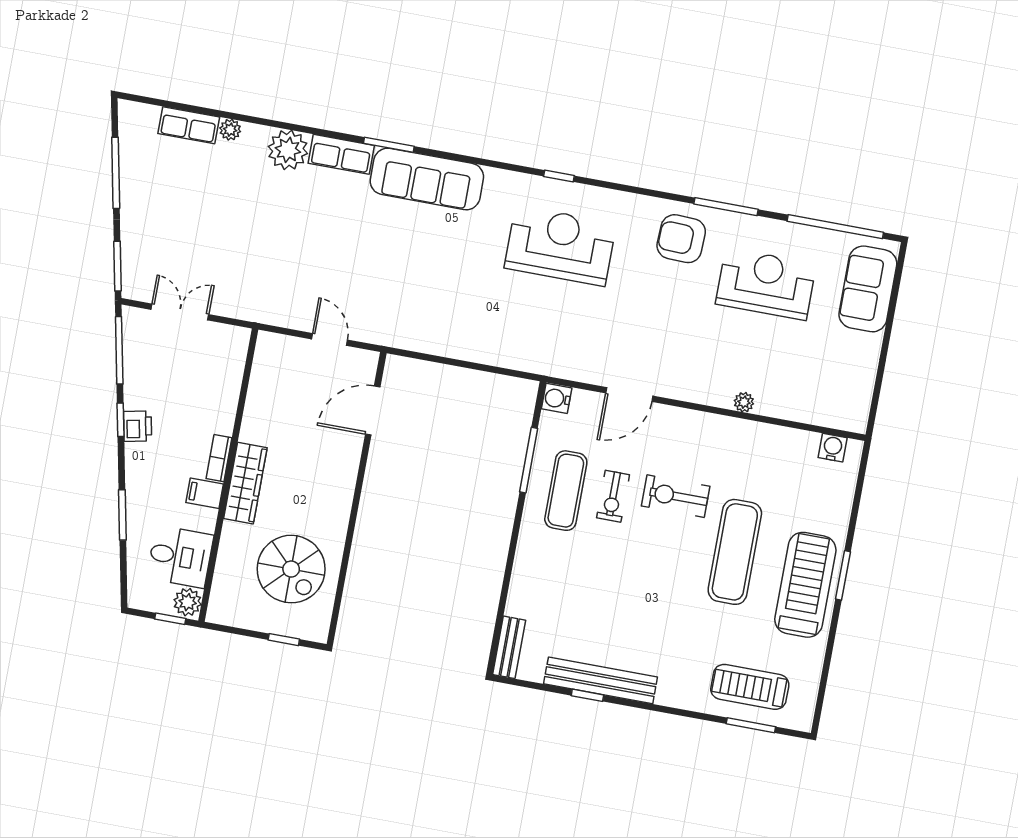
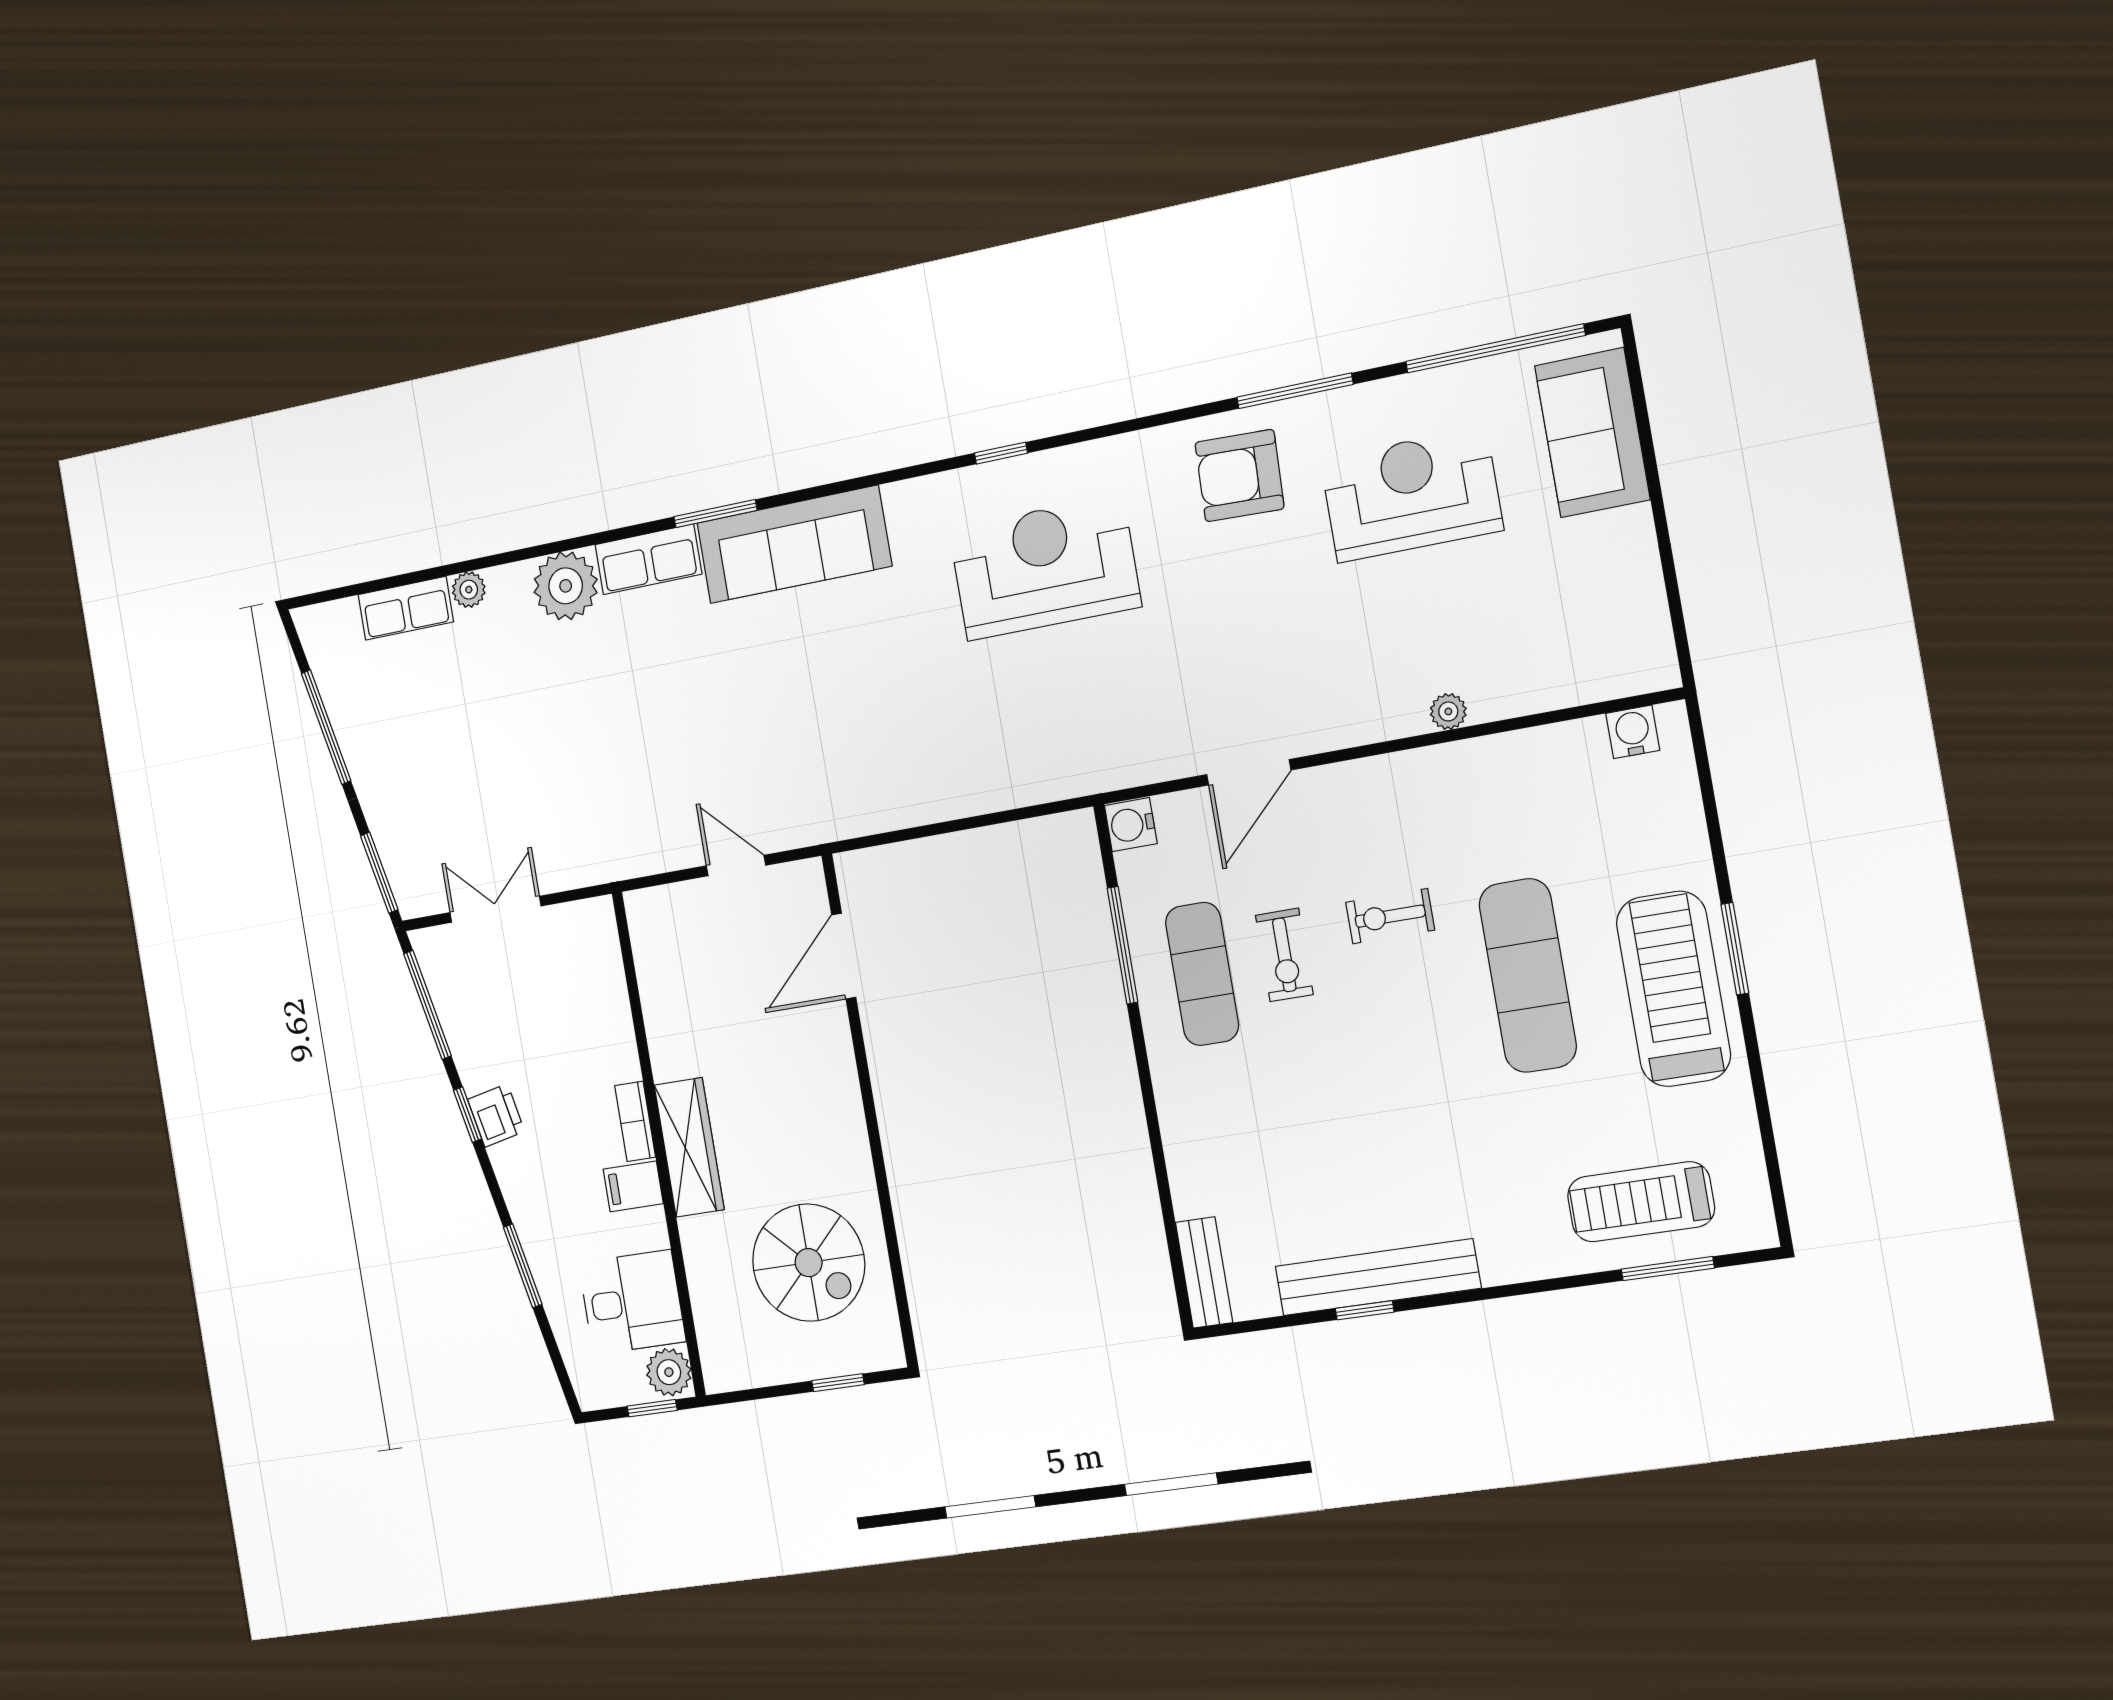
exercise bike: (676, 496) -> (1390, 916), width x0.73, depth x0.72

